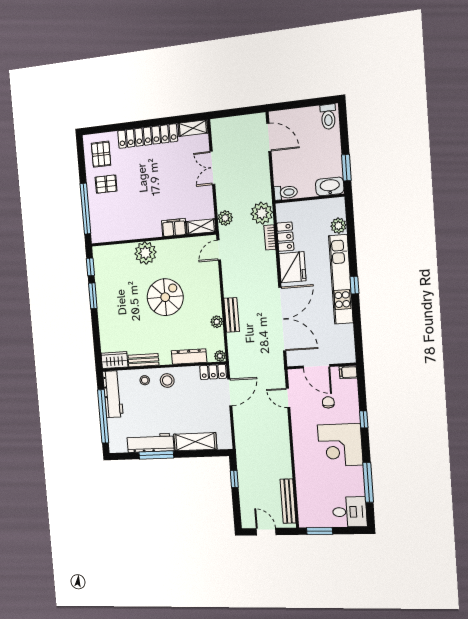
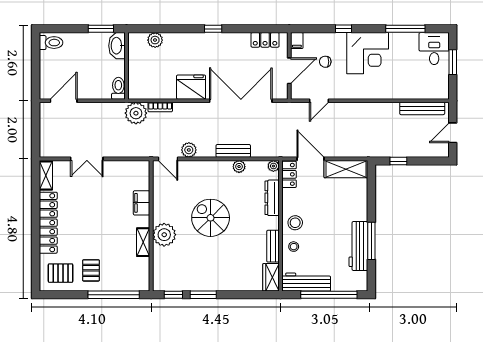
plant: (225, 218) -> (189, 150), moved
shelving: (201, 227) -> (143, 242), moved
locker: (285, 237) -> (265, 40), moved, turned 180
kitchen unit: (341, 279) -> (206, 41), removed
shelving: (195, 442) -> (346, 169), moved, turned 90
window: (320, 531) -> (453, 62), moved

